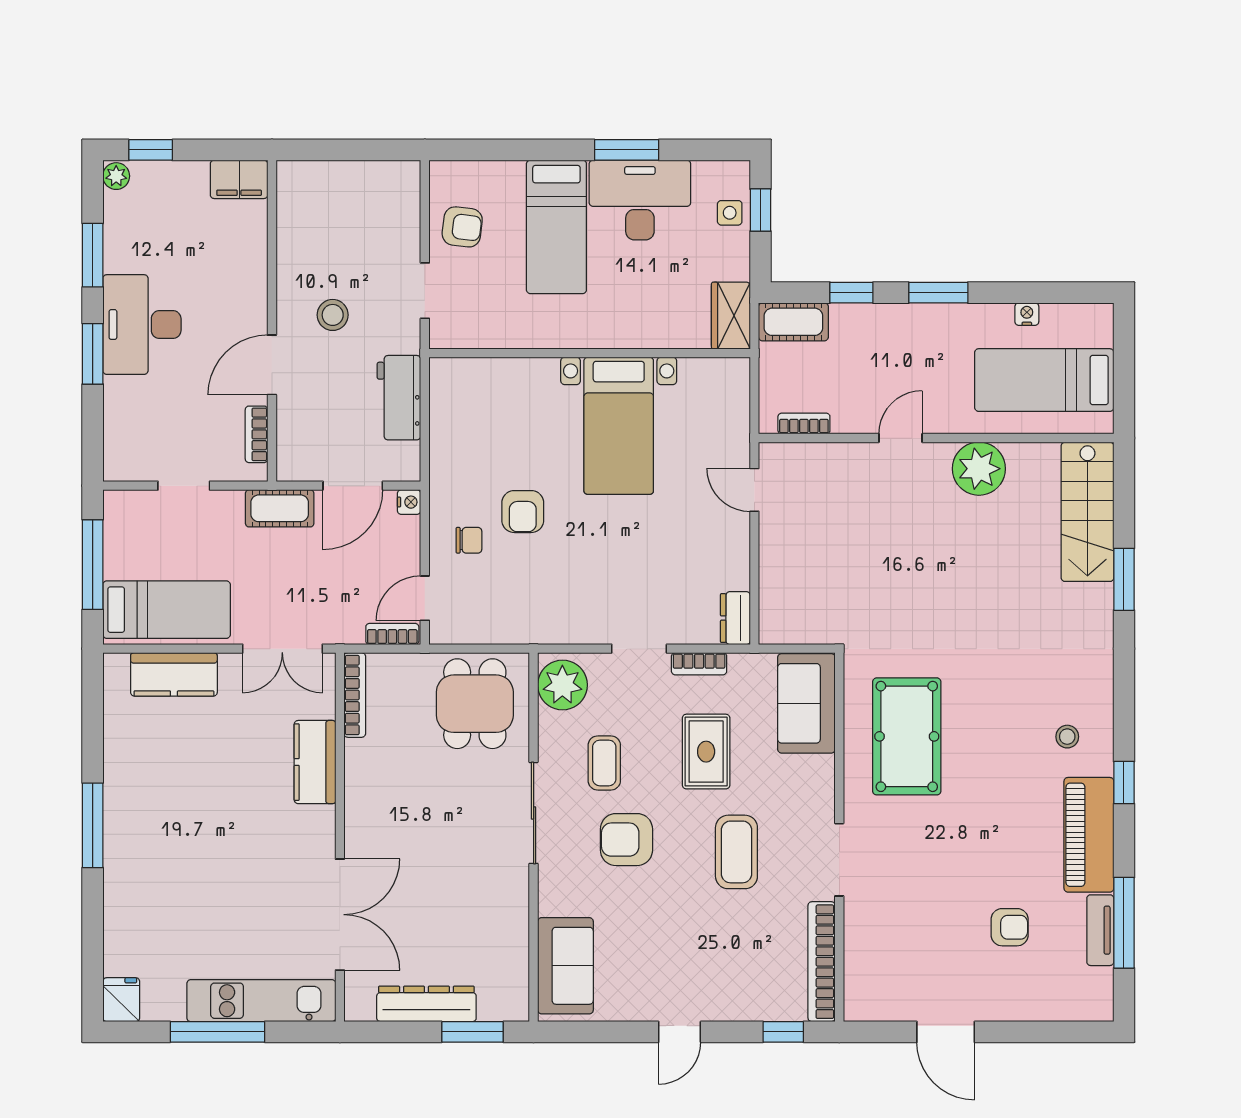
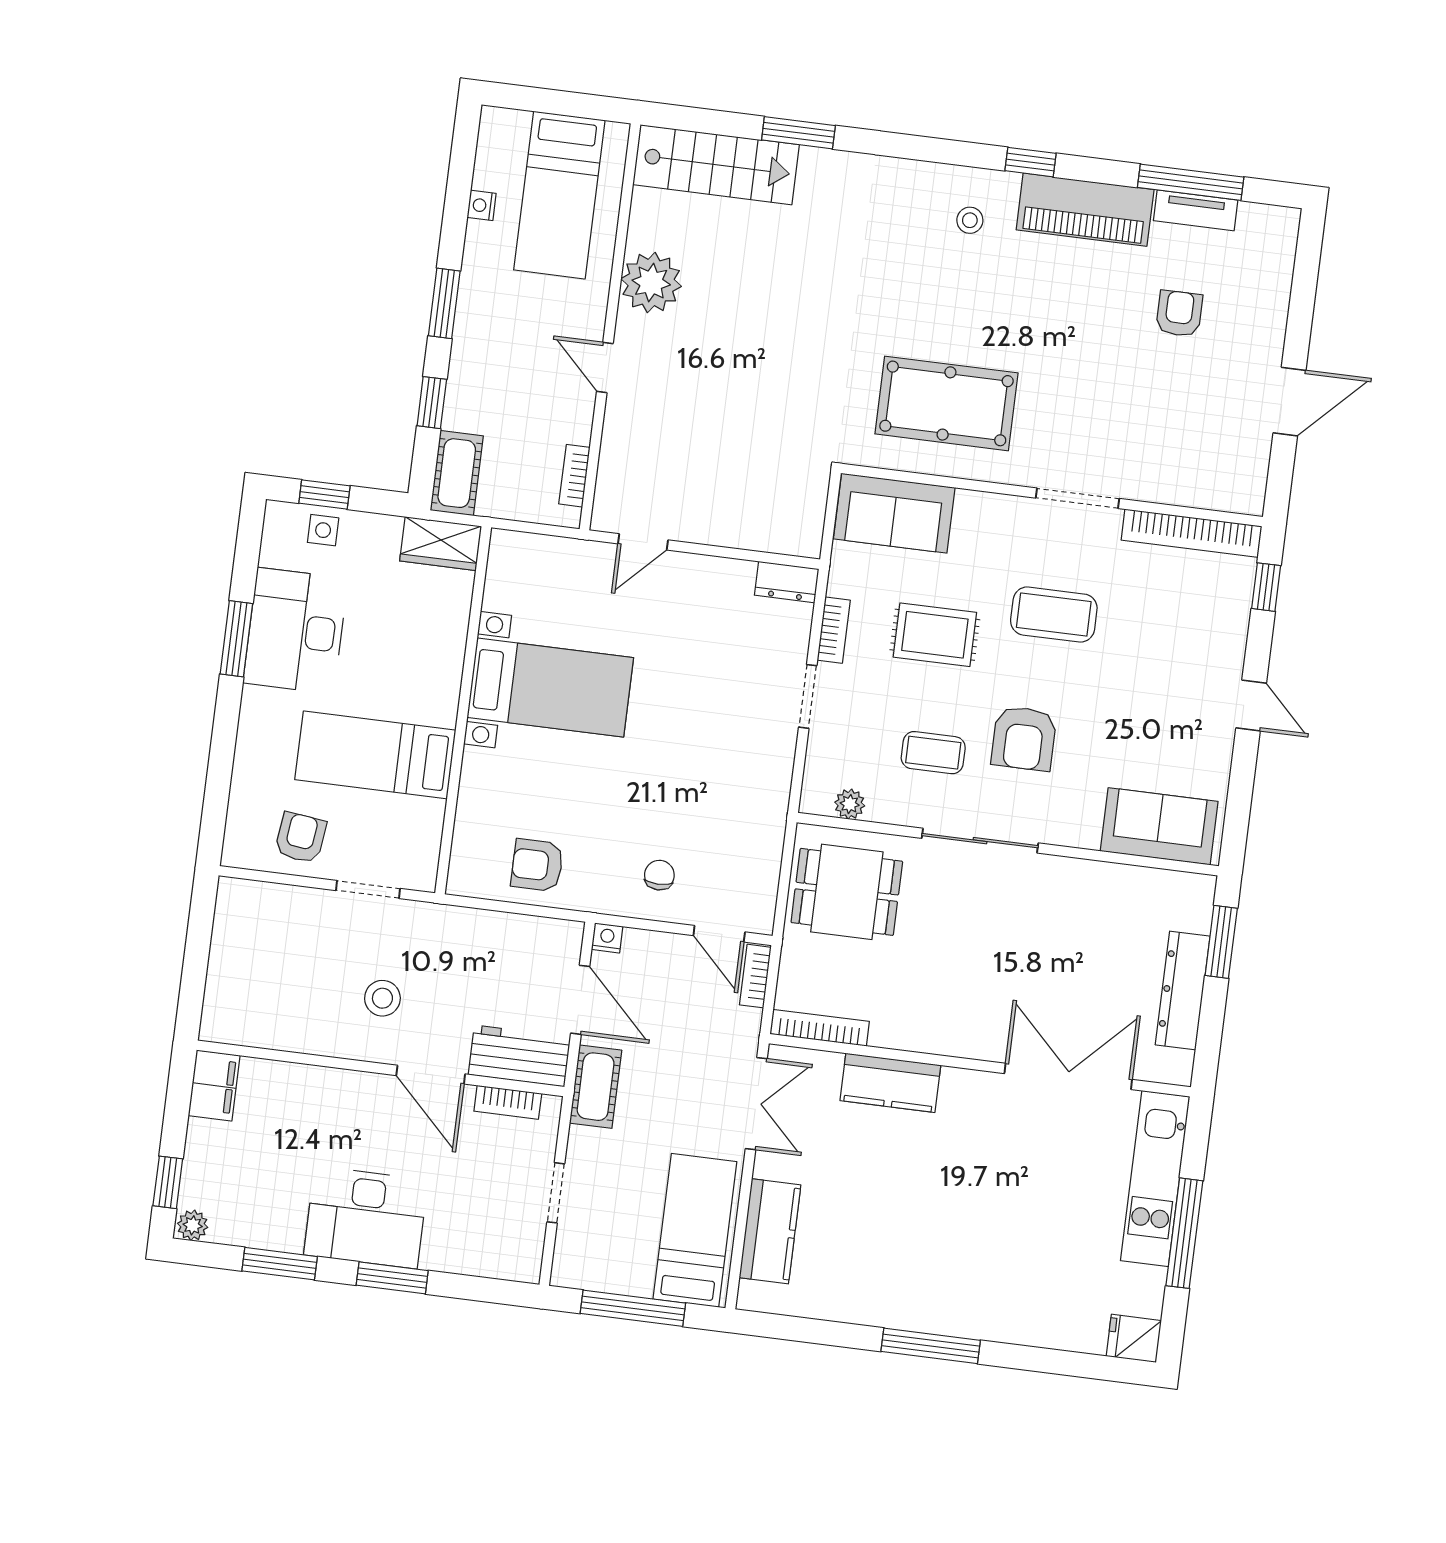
bed: (556, 227) -> (375, 755), moved, turned 180
workbench: (399, 398) -> (519, 1056), moved, turned 180
armchair: (523, 512) -> (537, 865), moved, turned 180
plant: (562, 685) -> (850, 804), width x0.53, depth x0.53

